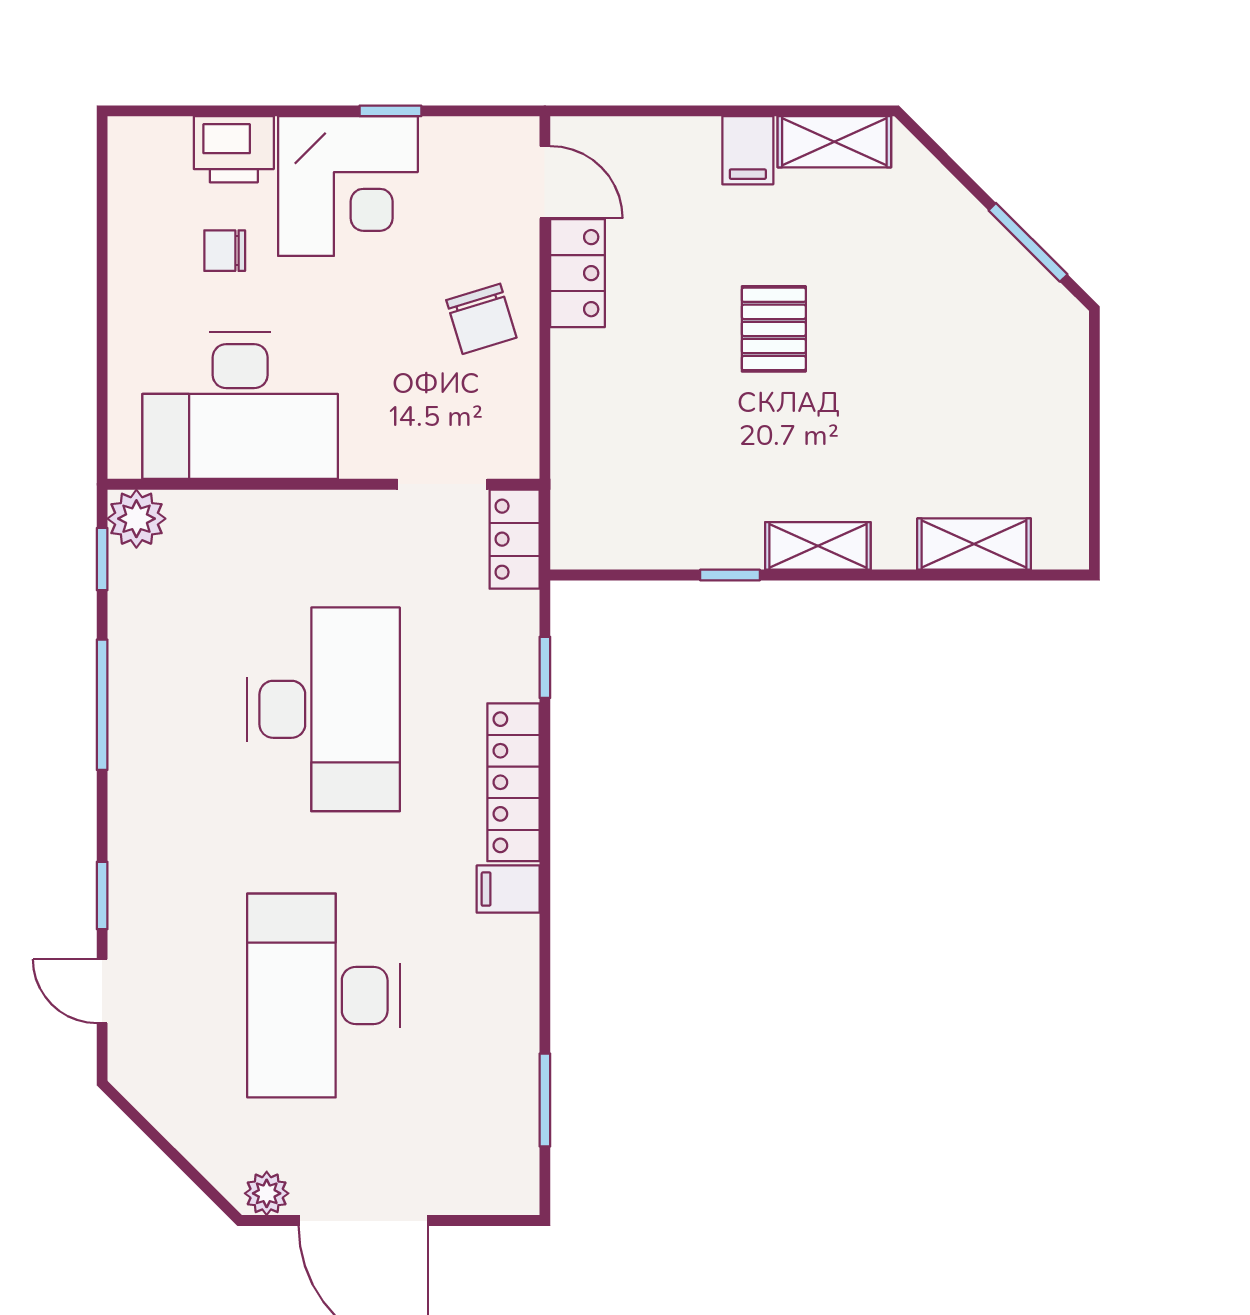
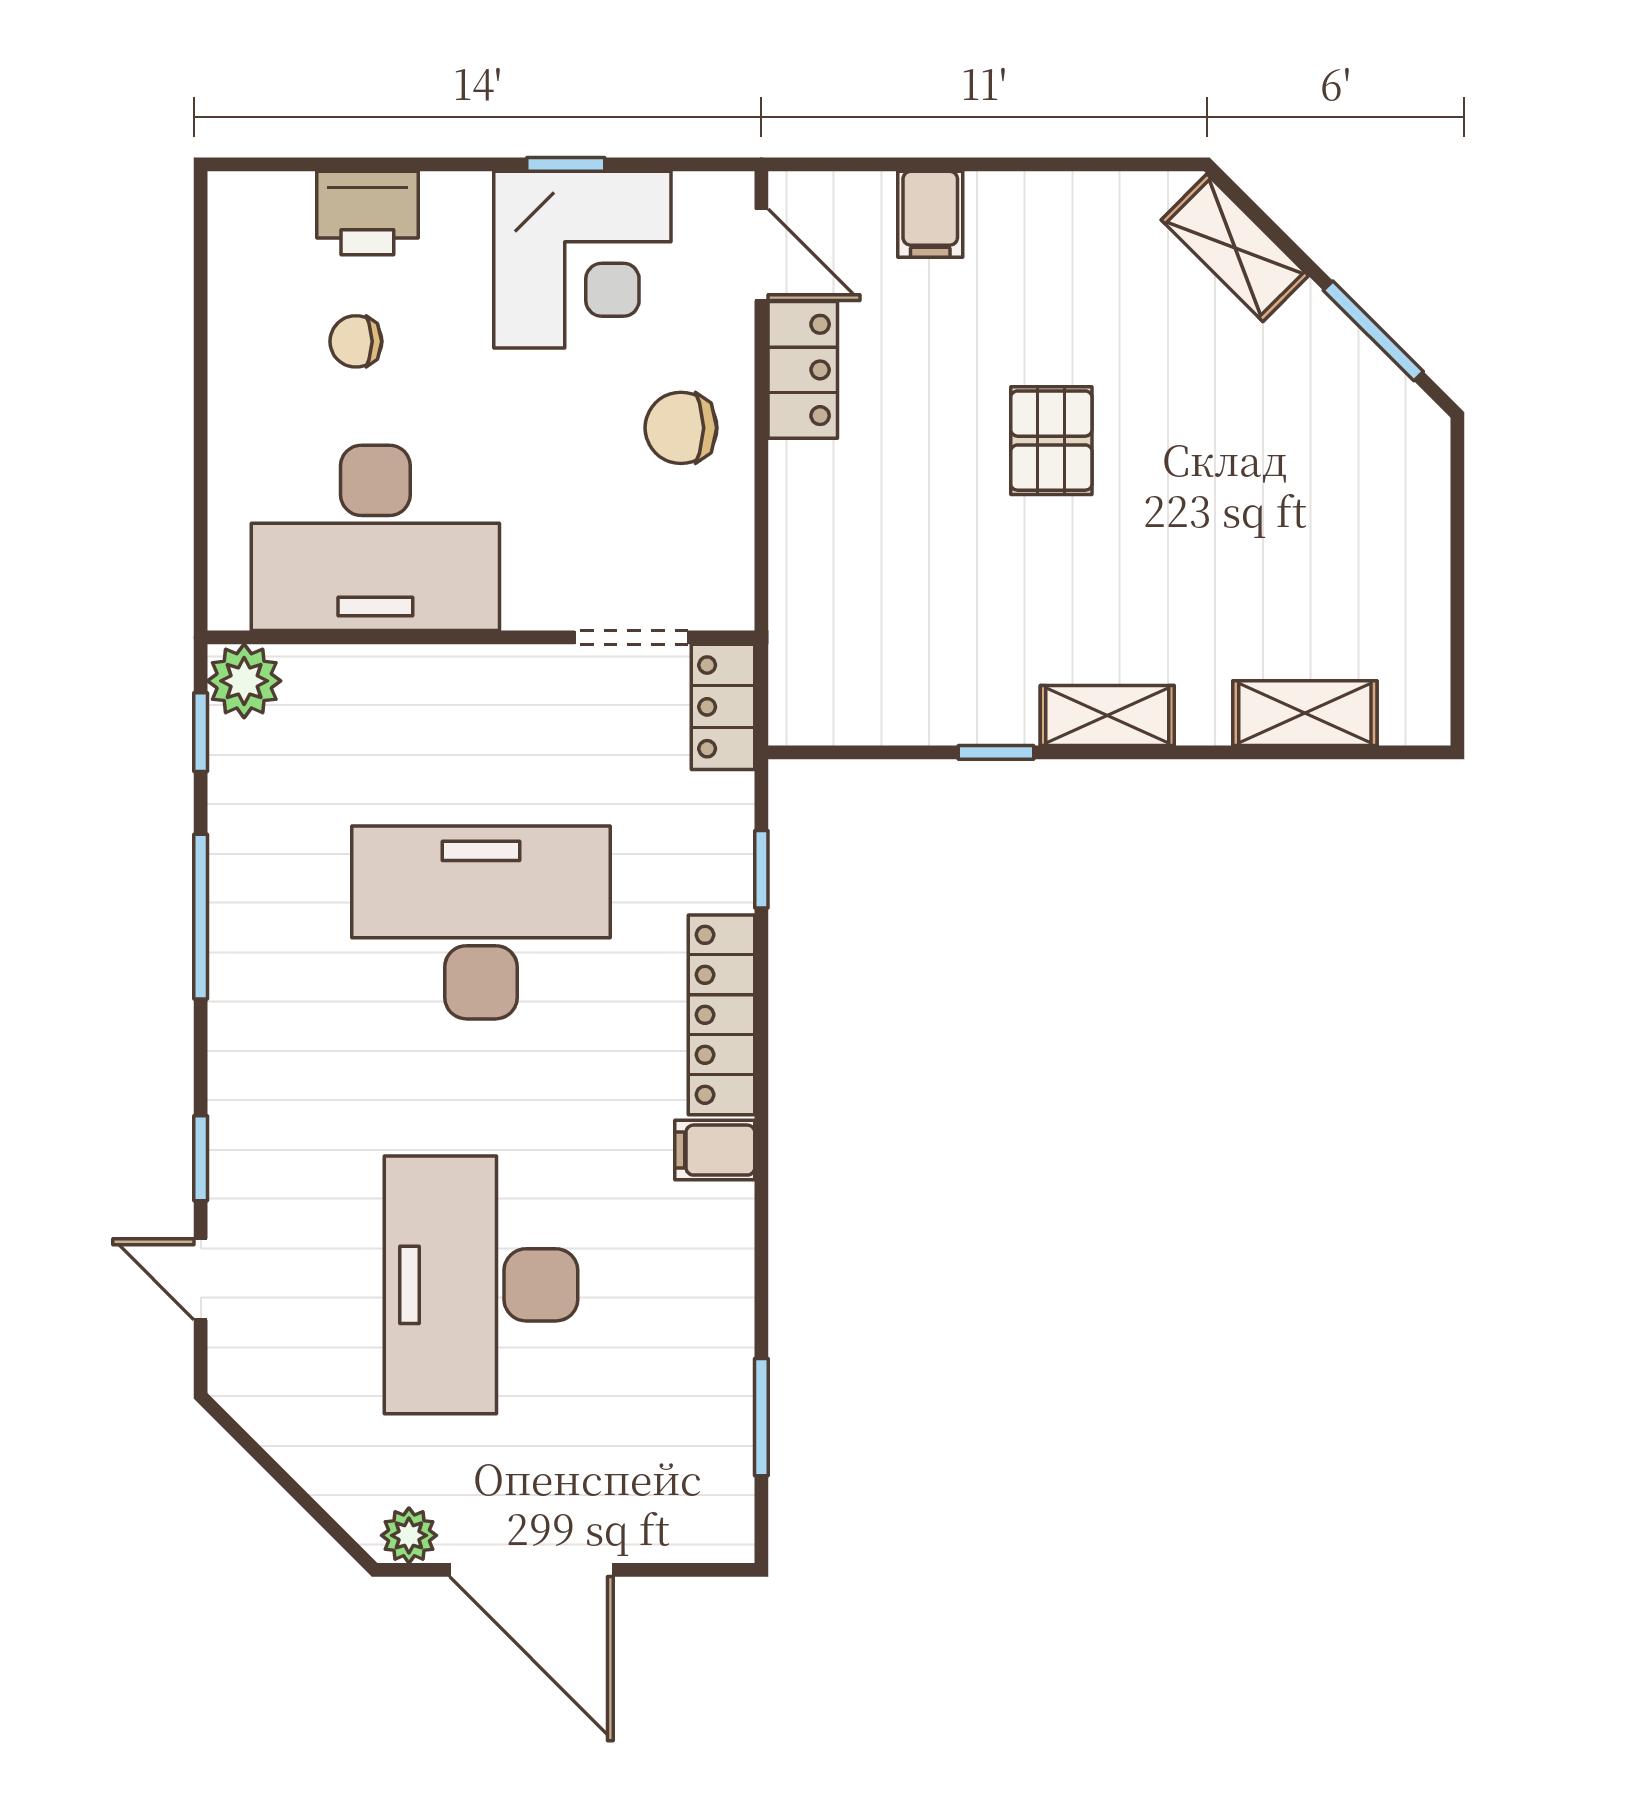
shelving: (834, 142) -> (1235, 248), moved, turned 45
filing cabinet: (748, 150) -> (930, 214), moved
corner desk: (348, 186) -> (582, 260), moved
chair: (481, 319) -> (681, 428), turned 107
desk: (323, 709) -> (481, 922), turned -90

